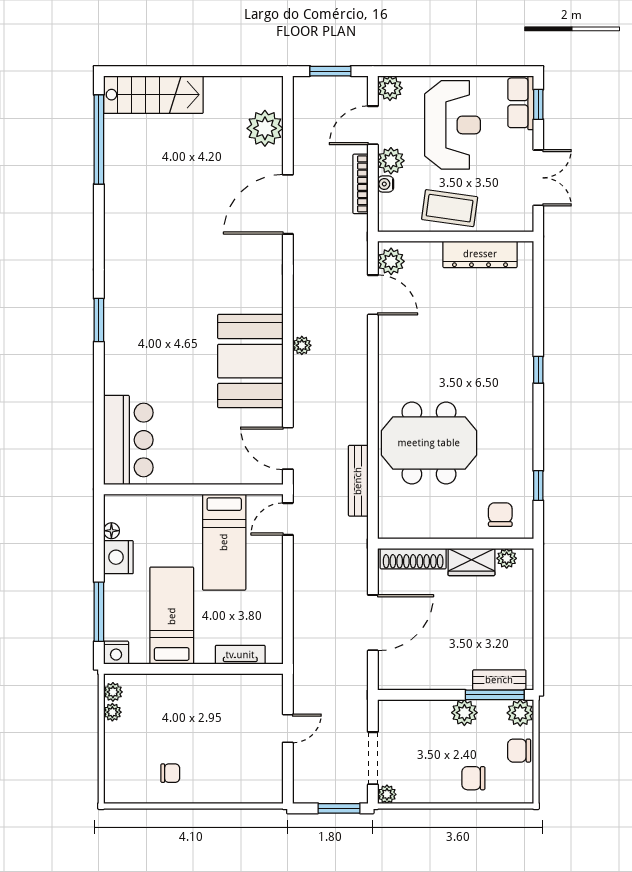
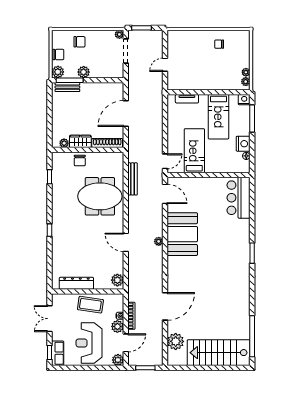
stairs: (153, 95) -> (219, 353), width x1.36, depth x1.51
door: (373, 295) -> (126, 242), moved
chair: (500, 515) -> (80, 160), moved

